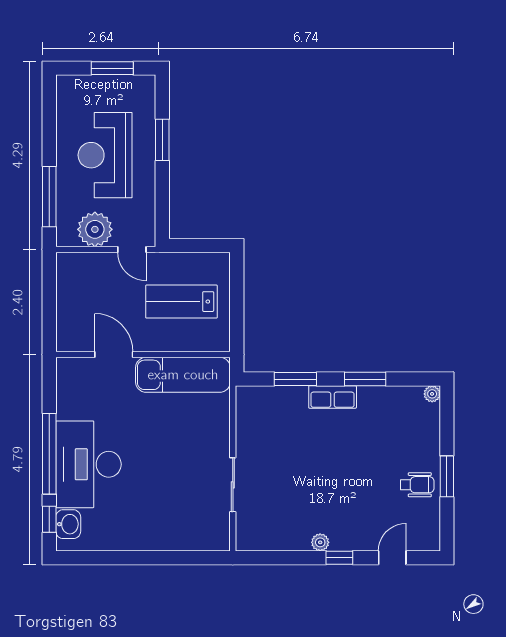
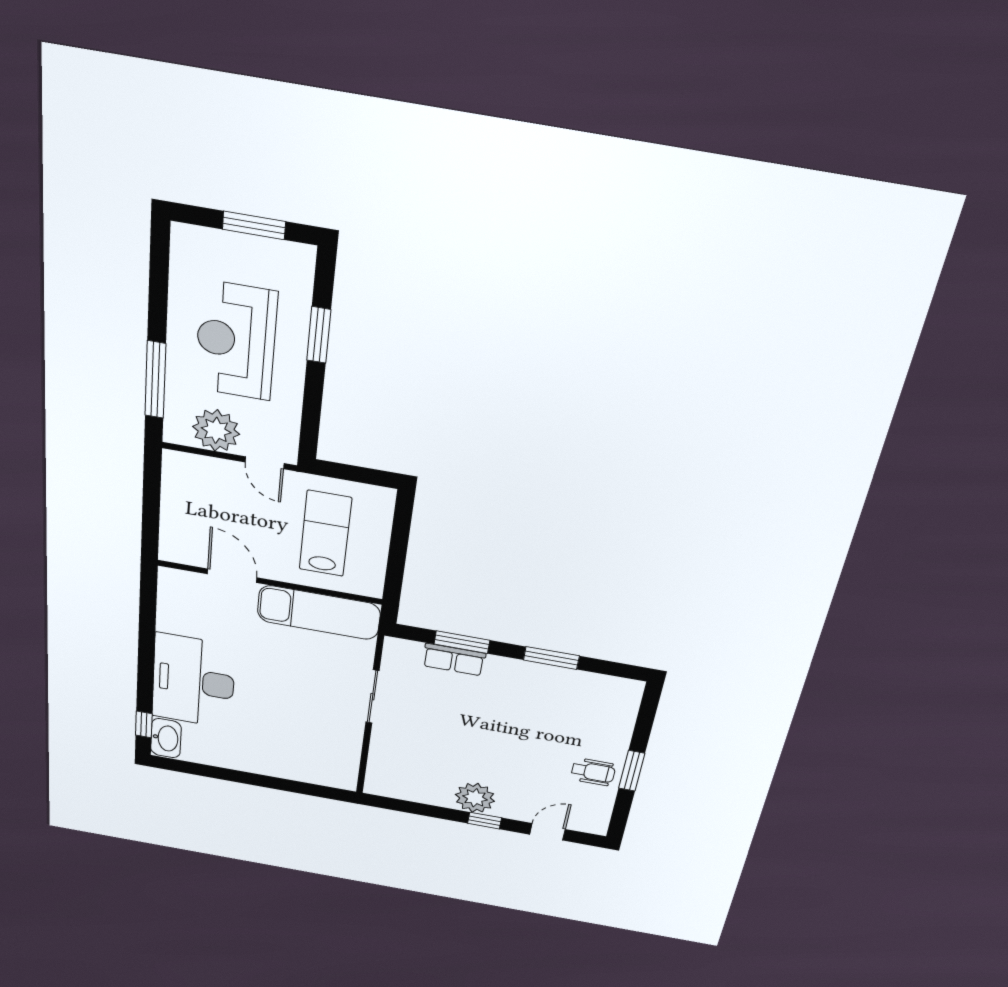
lab bench: (181, 302) -> (325, 534), turned 90
plant: (432, 394) -> (634, 688), removed
row of seats: (333, 397) -> (454, 660), moved
window: (49, 454) -> (146, 662), removed
sliding door: (233, 485) -> (372, 697), moved
washbasin: (68, 524) -> (166, 738), width x1.38
plant: (320, 542) -> (475, 798), width x1.88, depth x1.88

